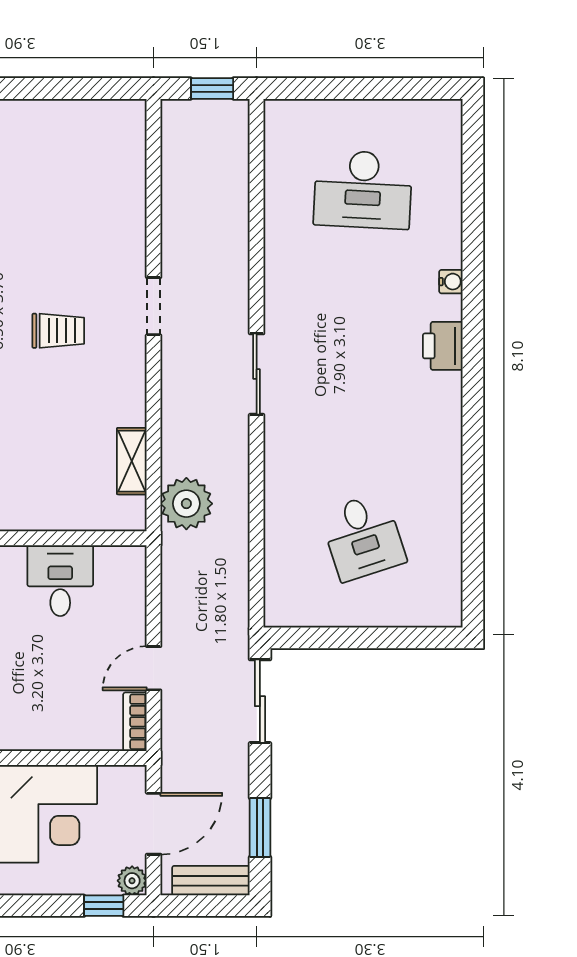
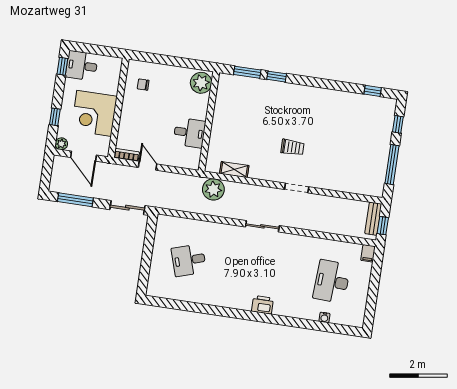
window: (64, 89) -> (392, 165), added
filing cabinet: (283, 114) -> (368, 253), added
water cooler: (451, 282) -> (324, 317), moved
trolley: (58, 331) -> (292, 147), turned -90
window: (260, 828) -> (75, 200), width x1.44
bench: (211, 881) -> (373, 219), moved
window: (104, 906) -> (55, 117), moved

